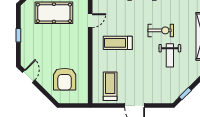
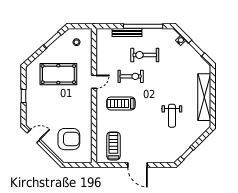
exercise bike: (161, 30) -> (131, 76), moved
door: (29, 76) -> (34, 136), hinge flipped
armchair: (65, 79) -> (69, 139), turned -90

